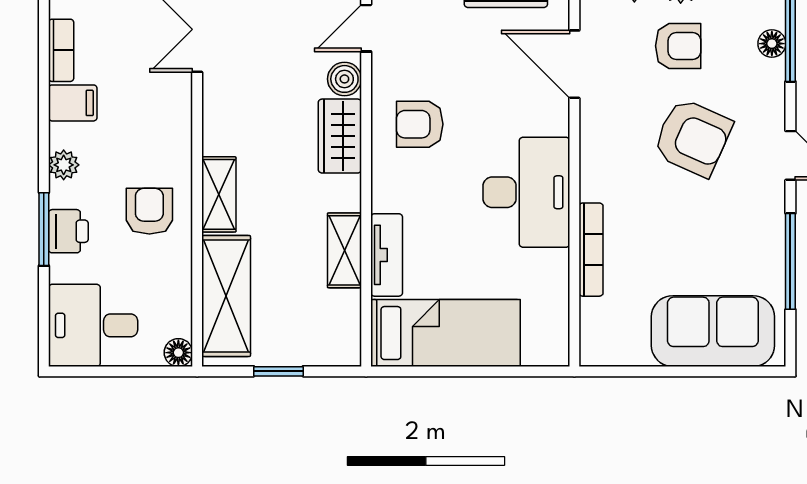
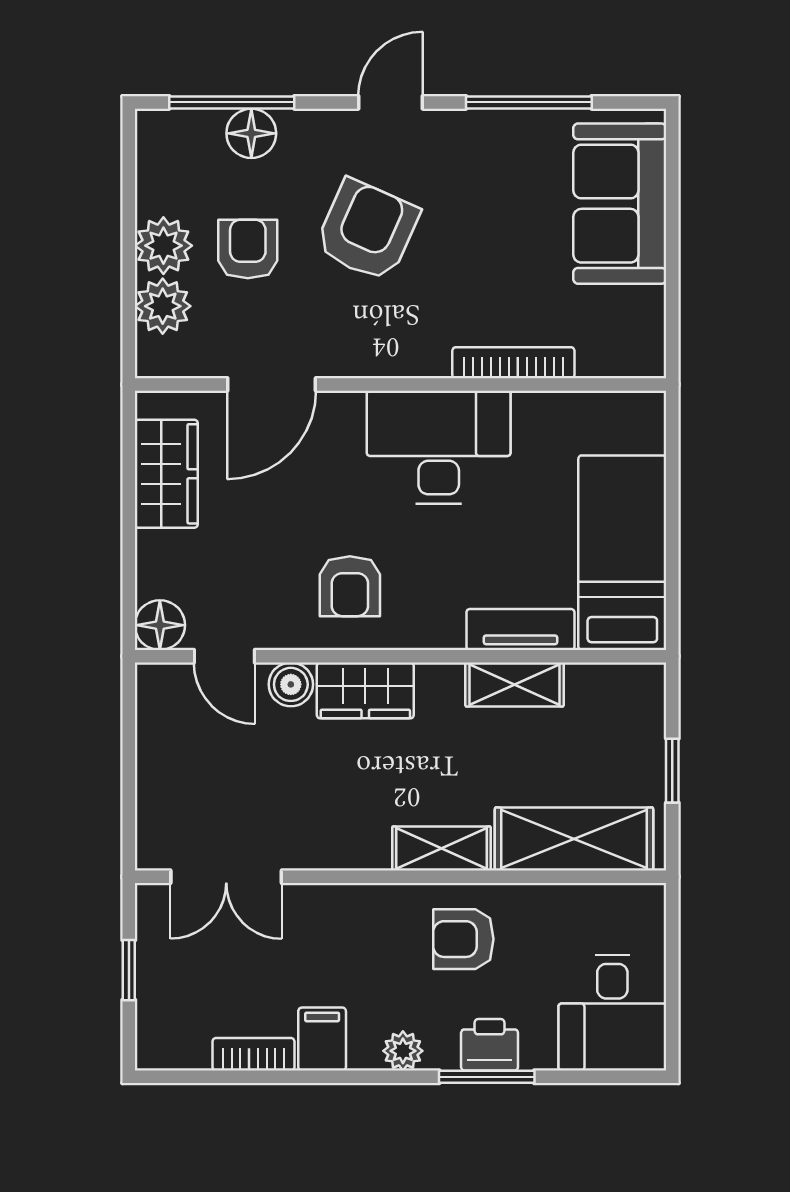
floor lamp: (772, 44) -> (251, 133), width x1.37, depth x1.37
floor lamp: (178, 353) -> (648, 901), removed

